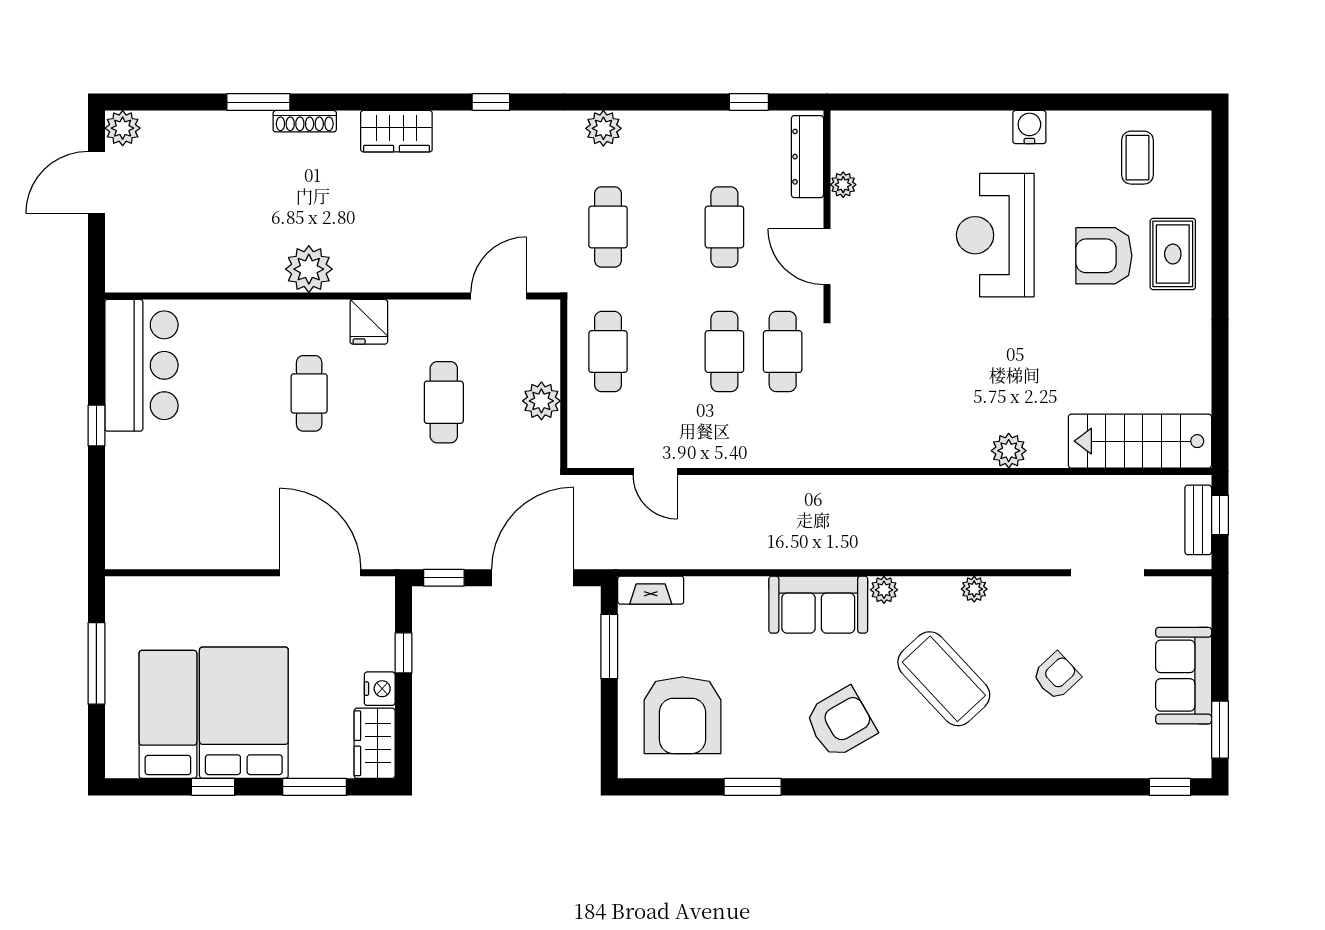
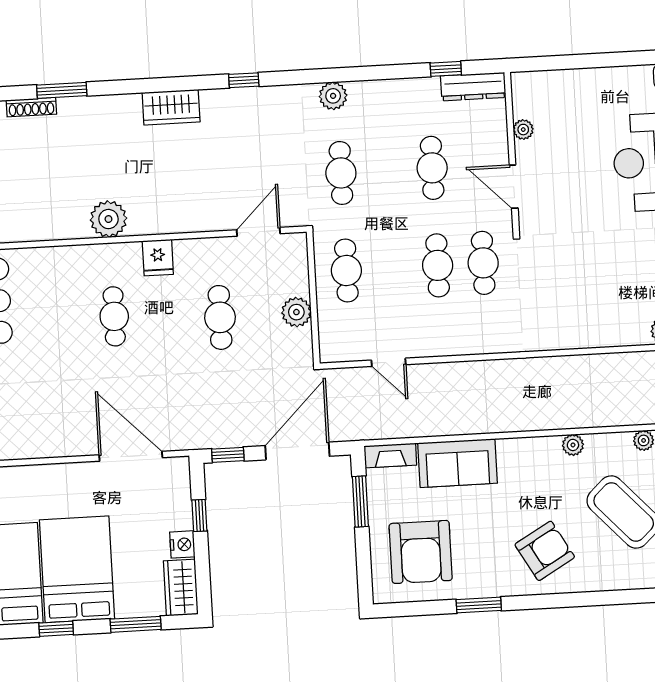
shoe rack: (305, 121) -> (31, 107), moved
dresser: (807, 157) -> (473, 87), moved, turned -90
sofa: (818, 605) -> (458, 463), moved

